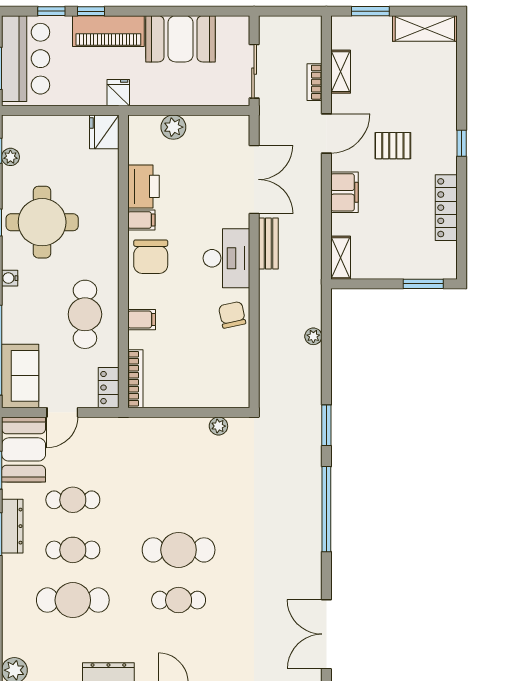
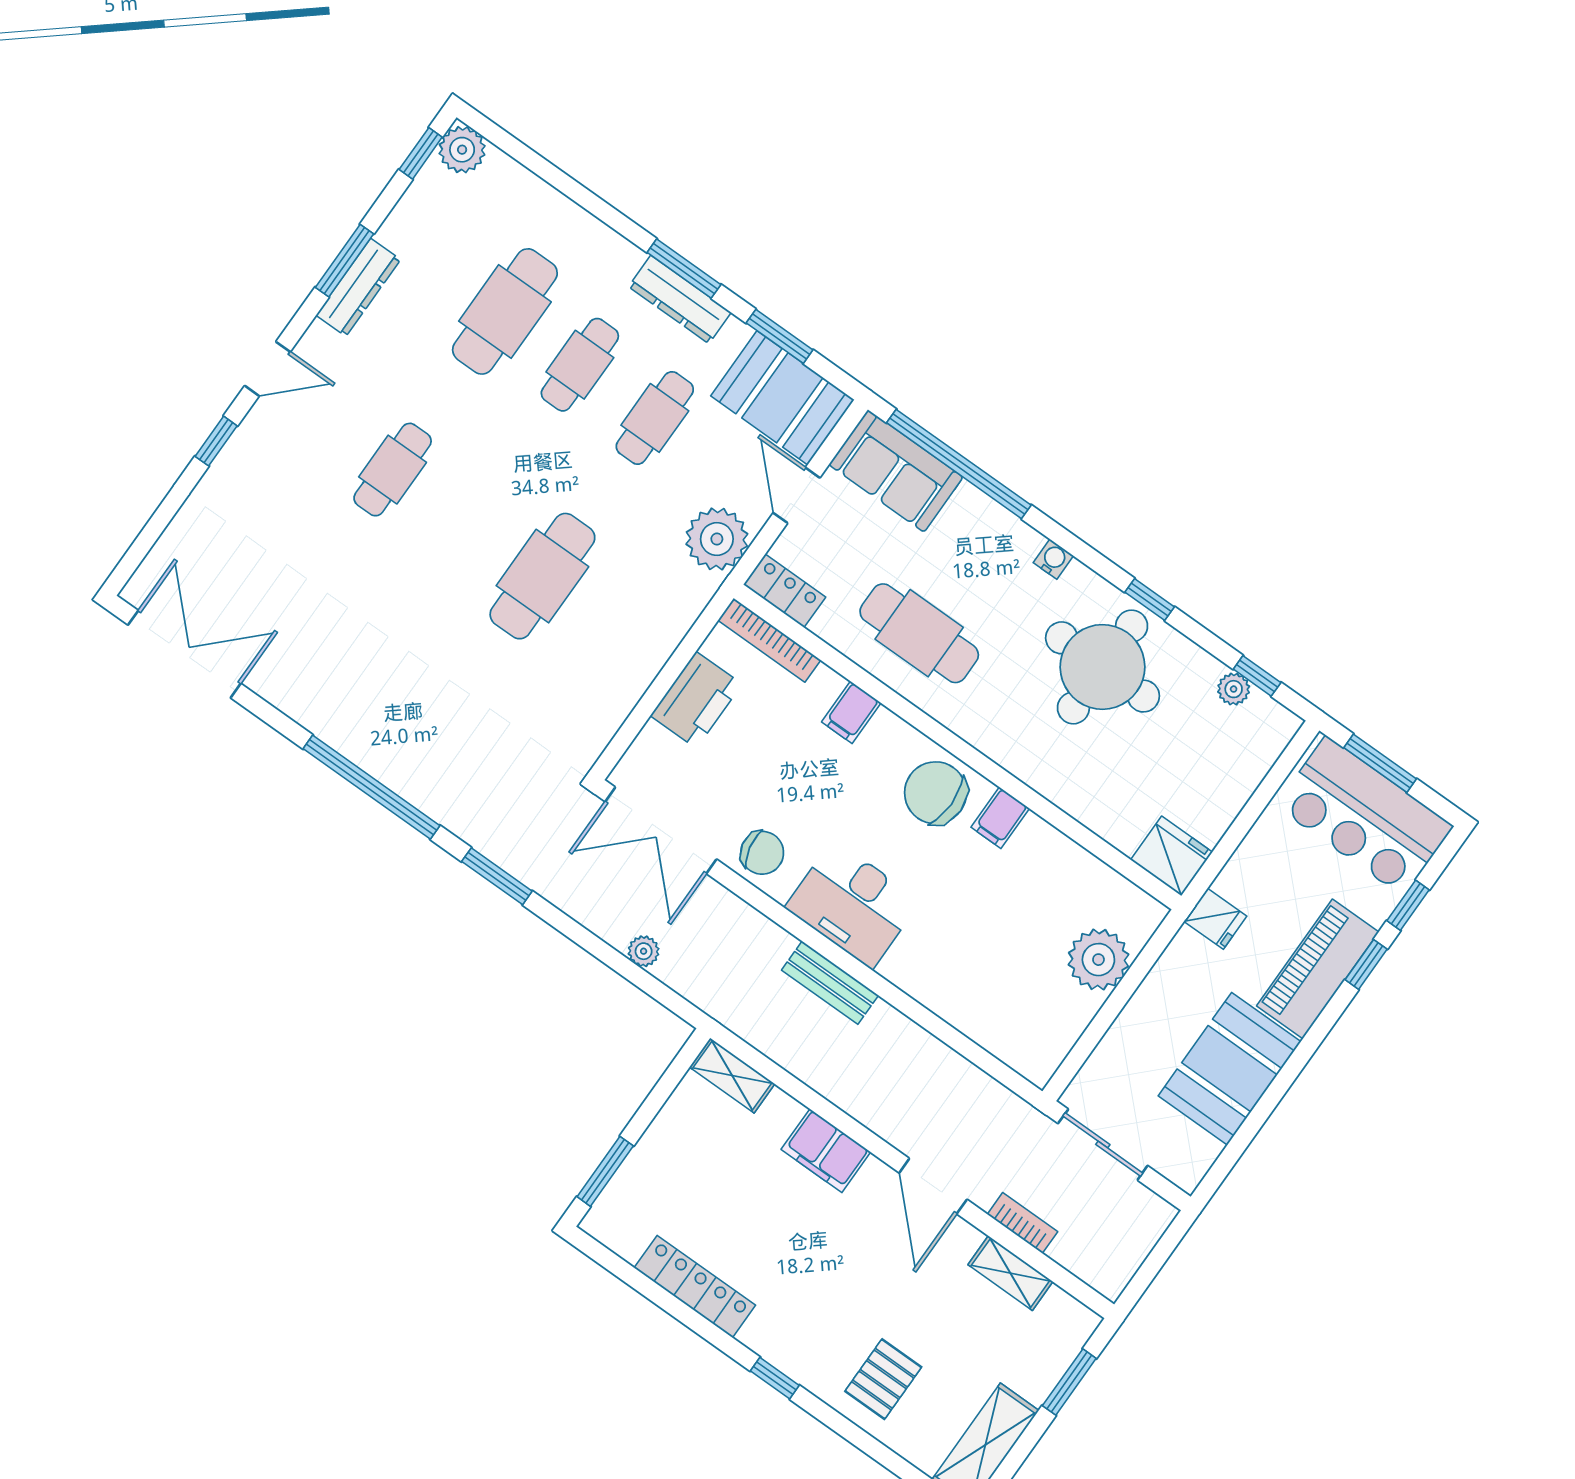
plant: (173, 127) -> (1098, 960), width x1.36, depth x1.36
pallet: (393, 146) -> (883, 1379), moved
double door: (254, 179) -> (661, 830), moved
printer: (143, 186) -> (696, 700), moved, turned -90
plant: (218, 426) -> (717, 539), moved, width x1.88, depth x1.88
cafe table: (179, 550) -> (542, 576), moved

